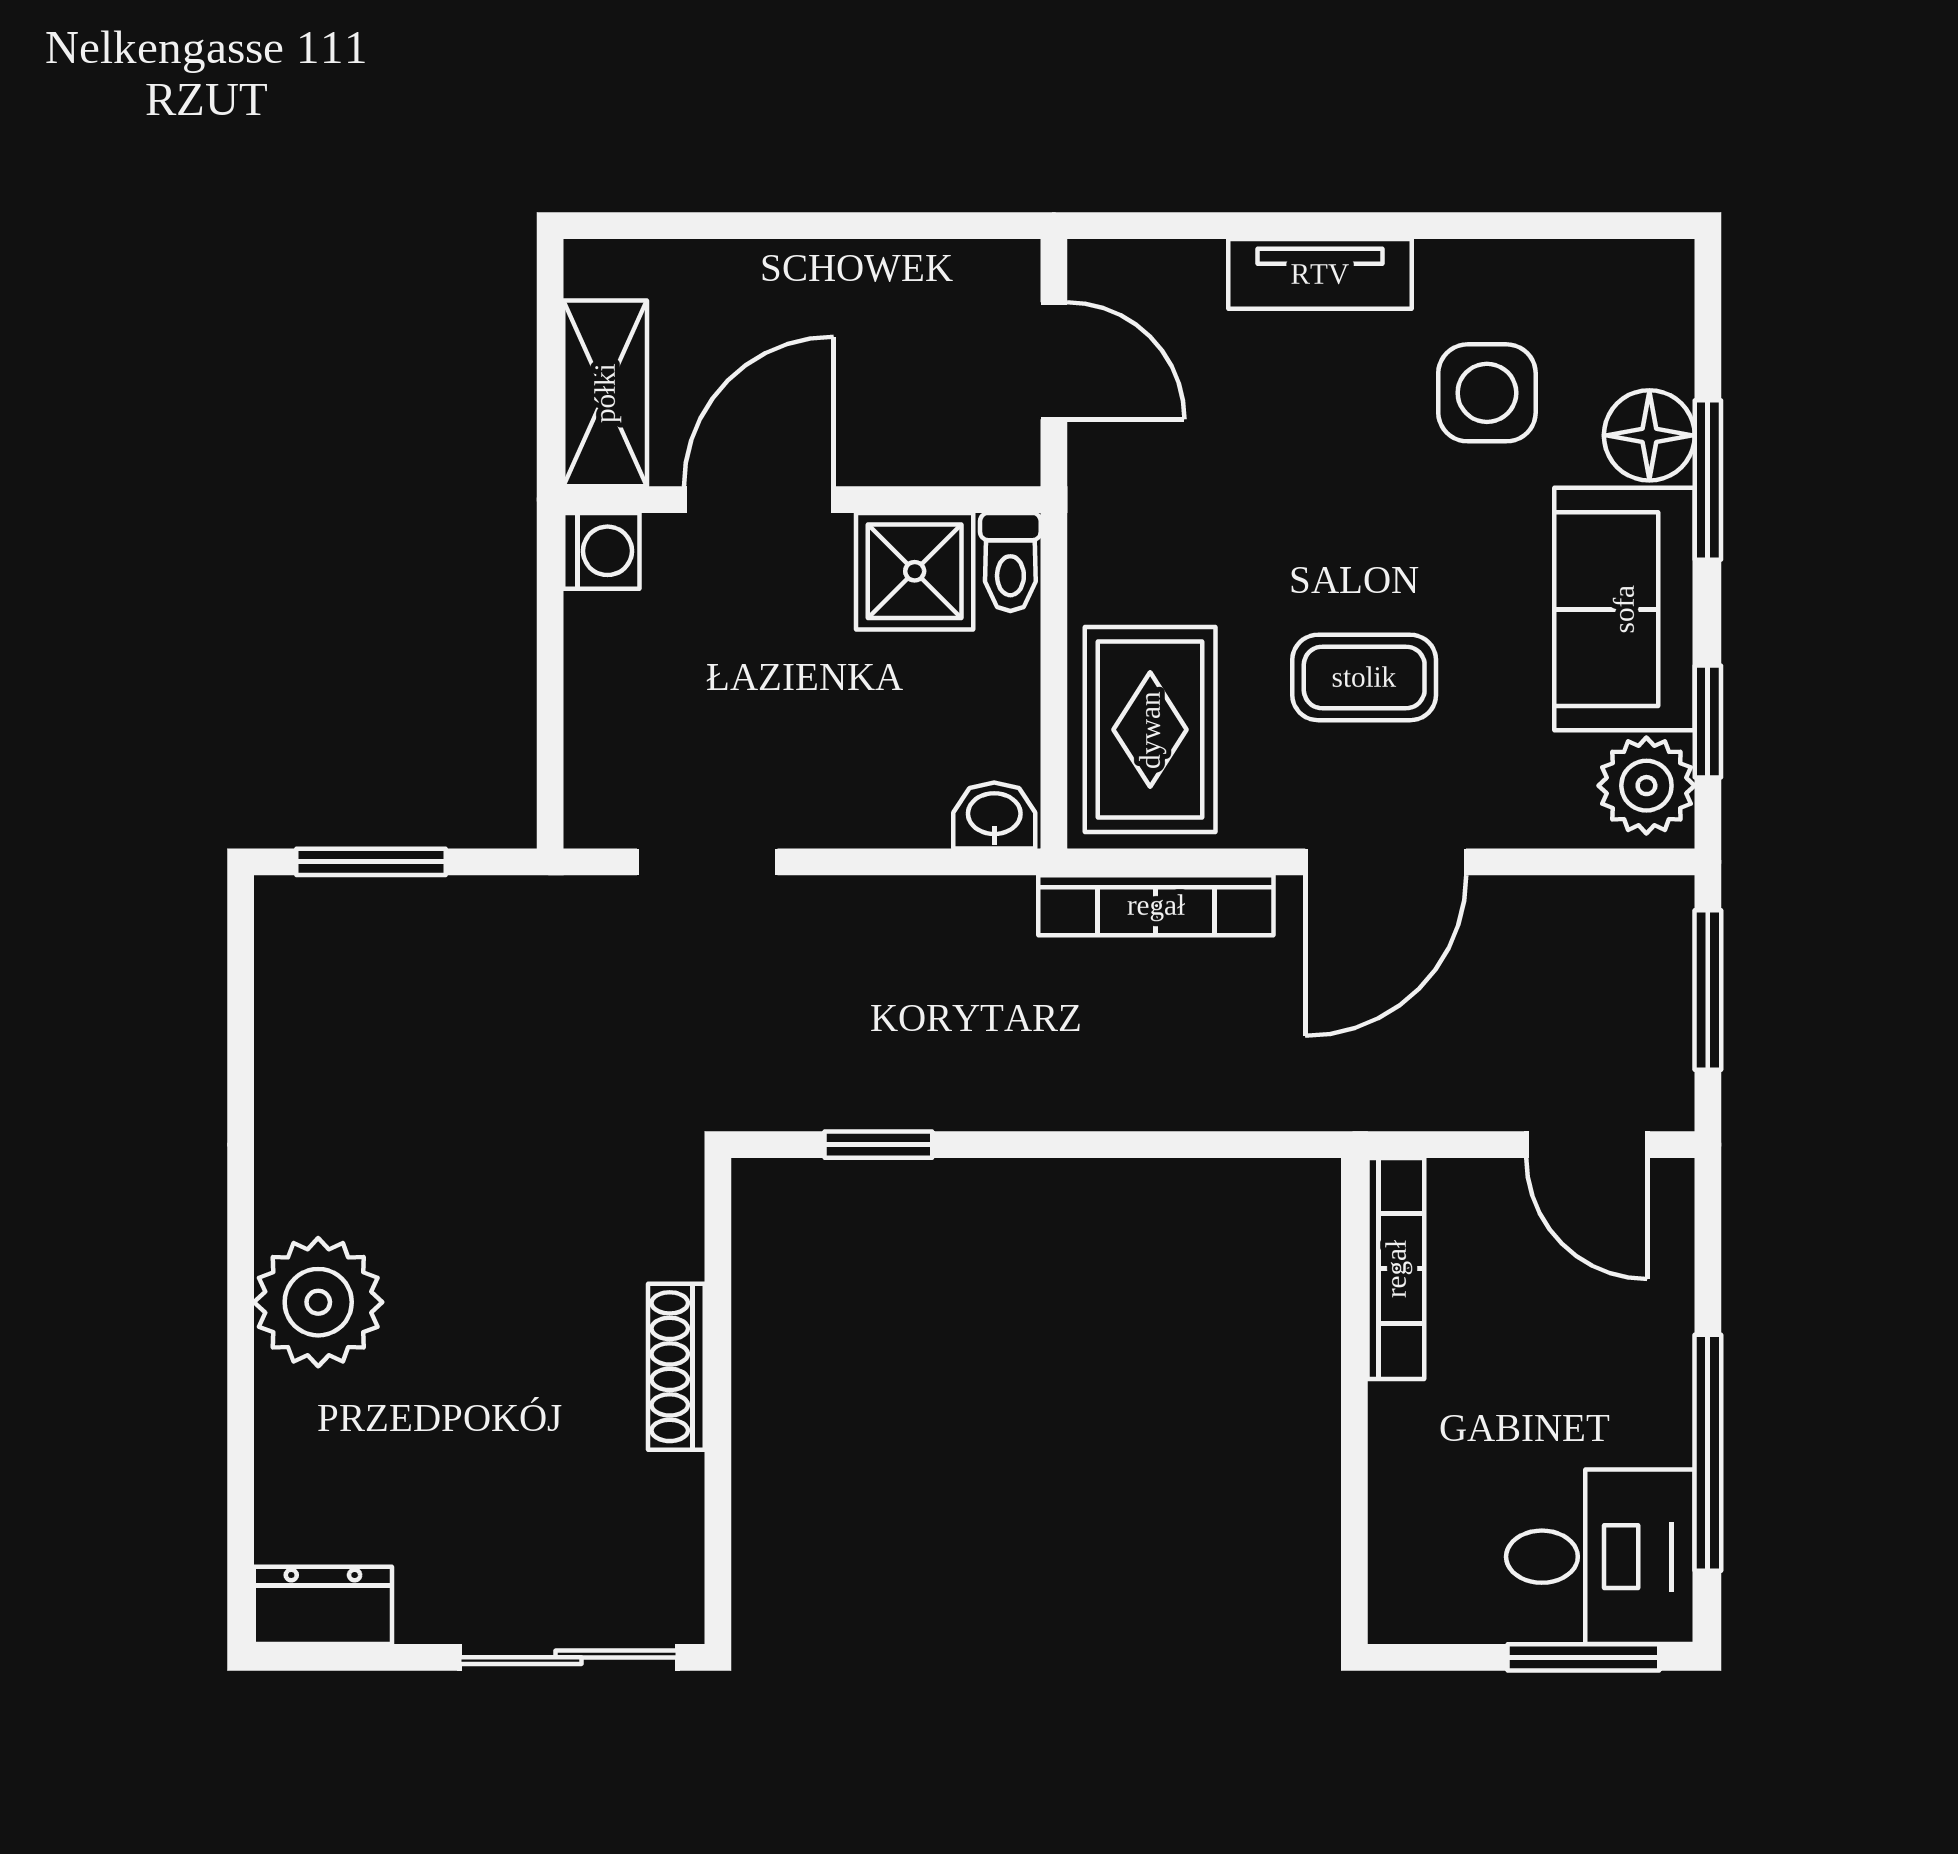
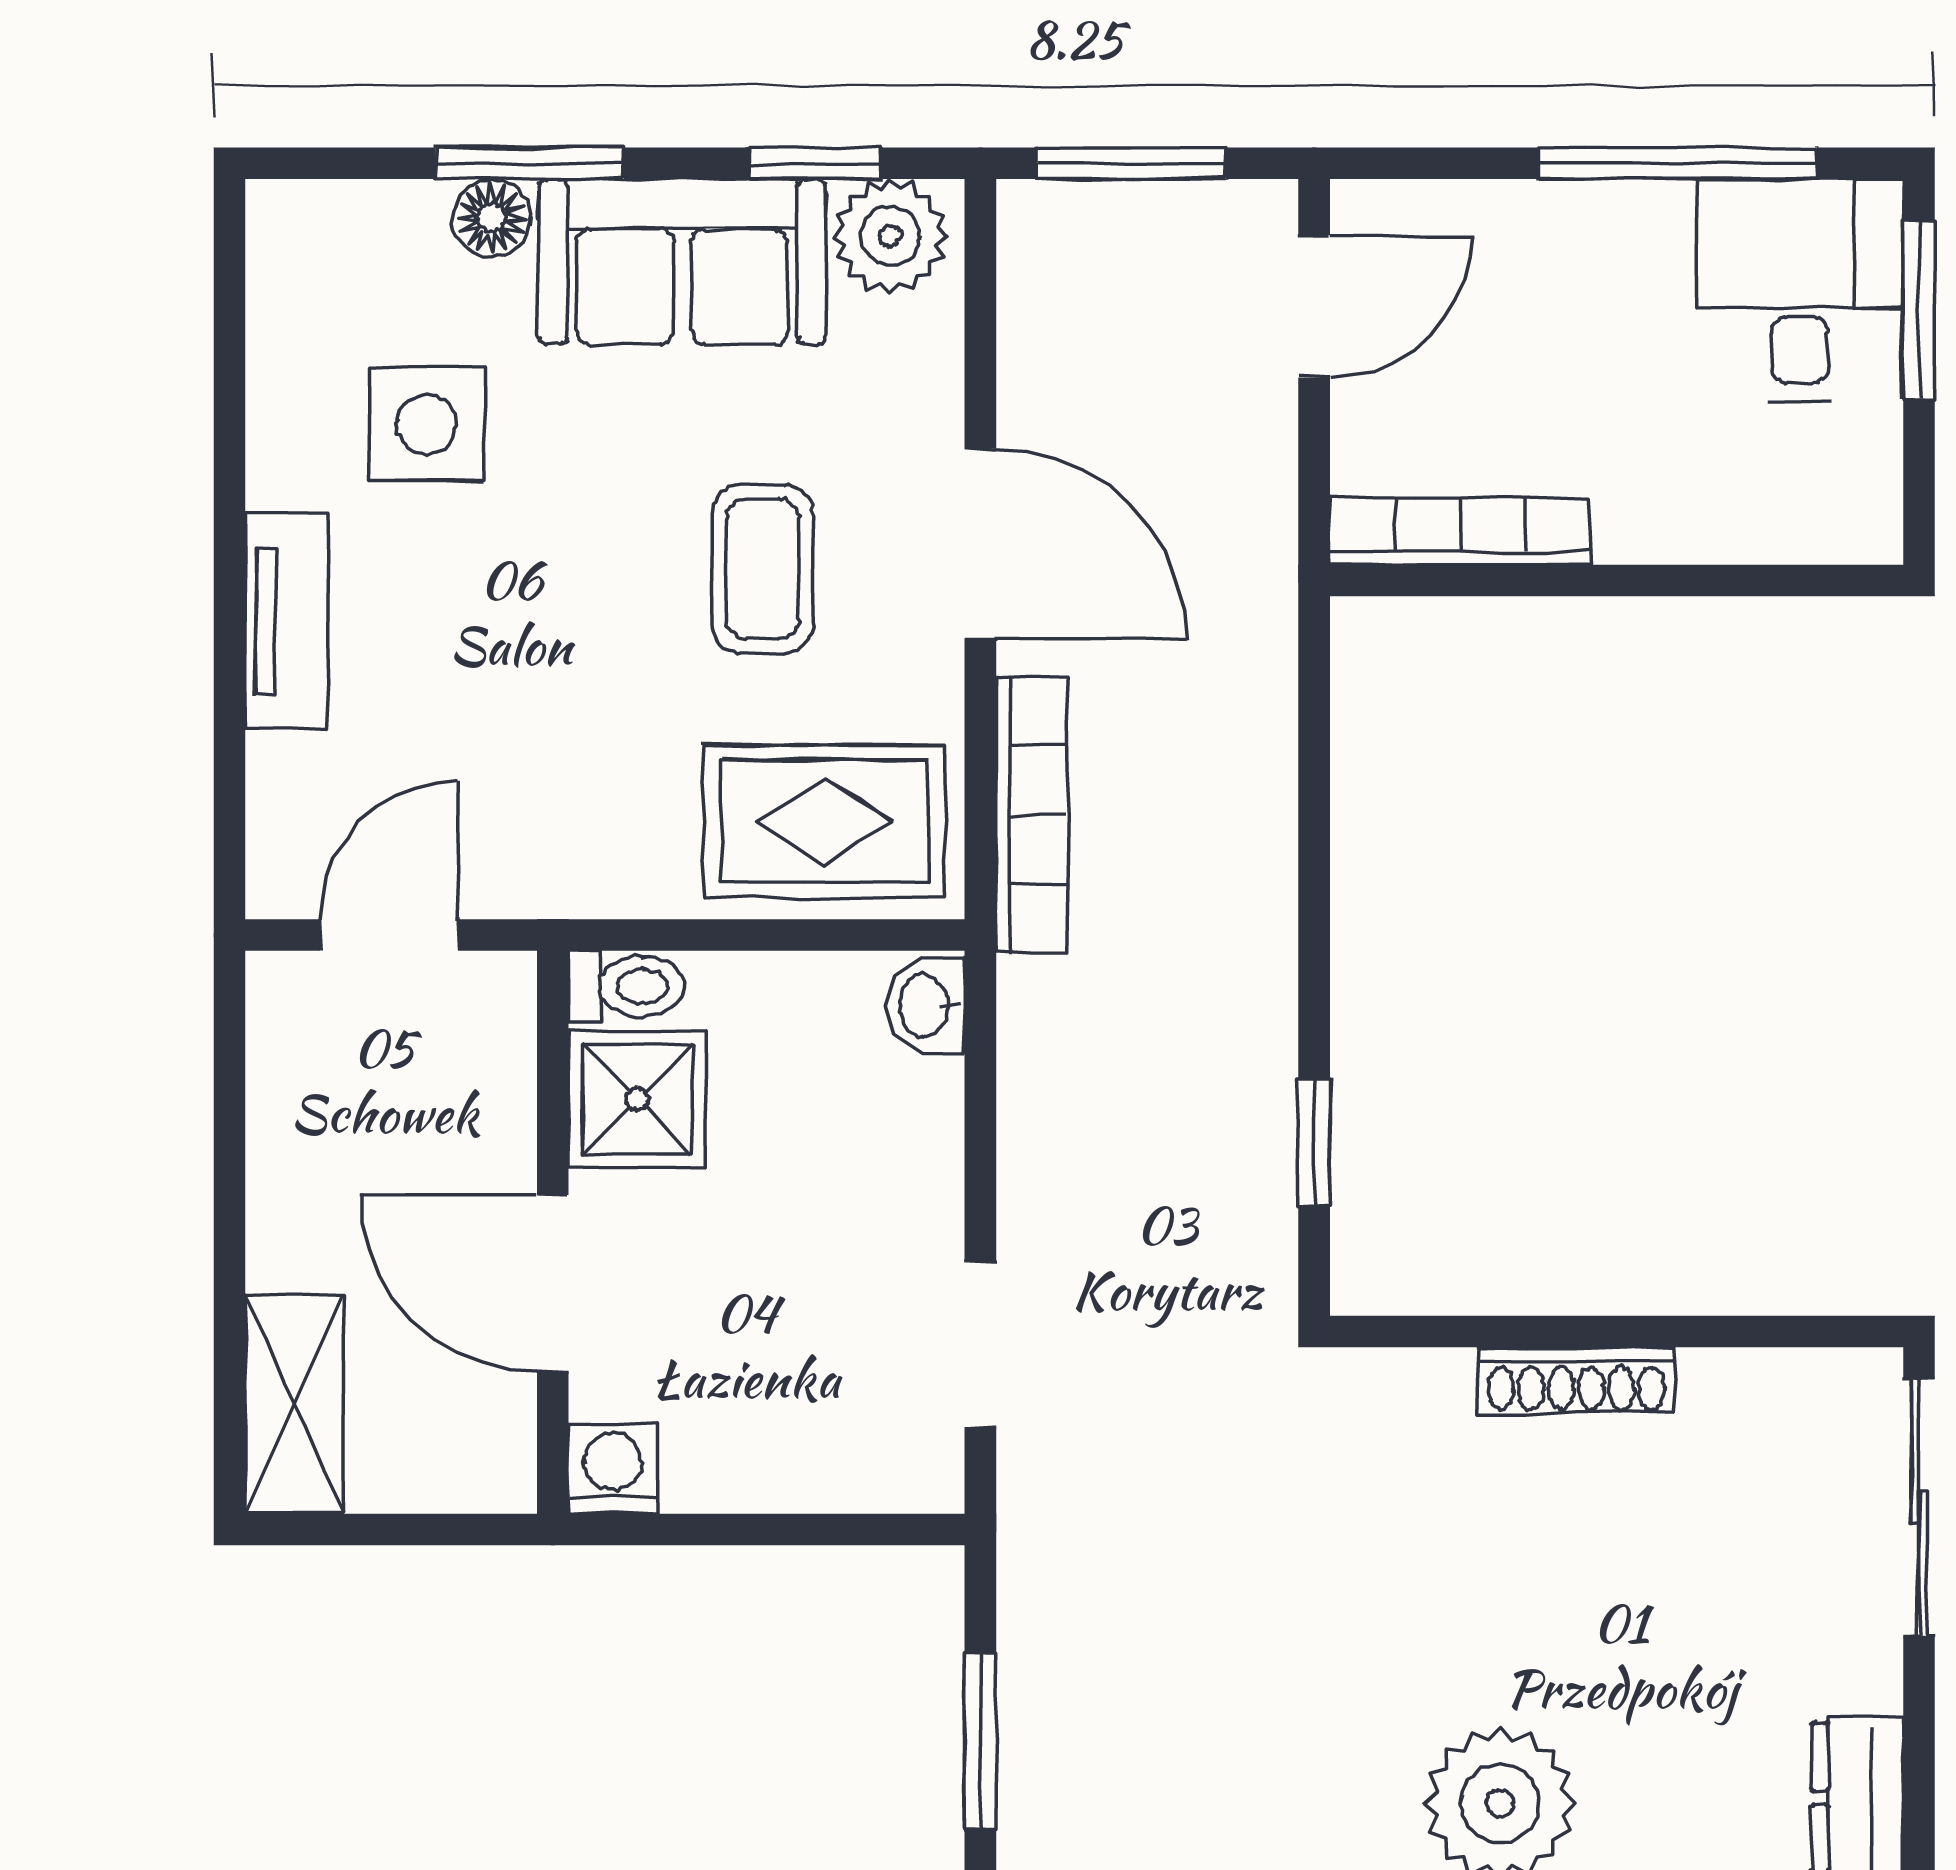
shelving: (605, 393) -> (294, 1404), moved, turned 90
floor lamp: (1649, 435) -> (492, 218), width x0.73, depth x0.73

